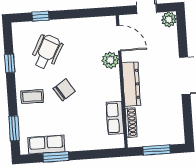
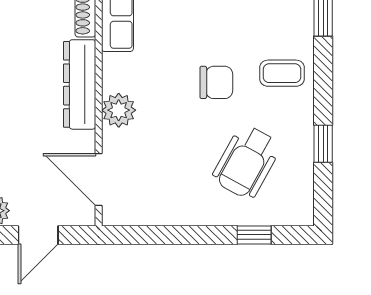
plant: (110, 60) -> (119, 110), moved
chair: (64, 90) -> (216, 82), turned -147

